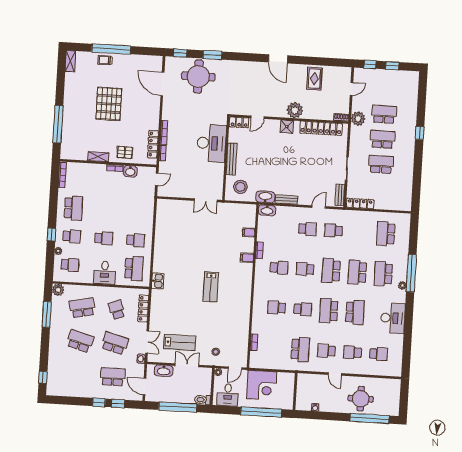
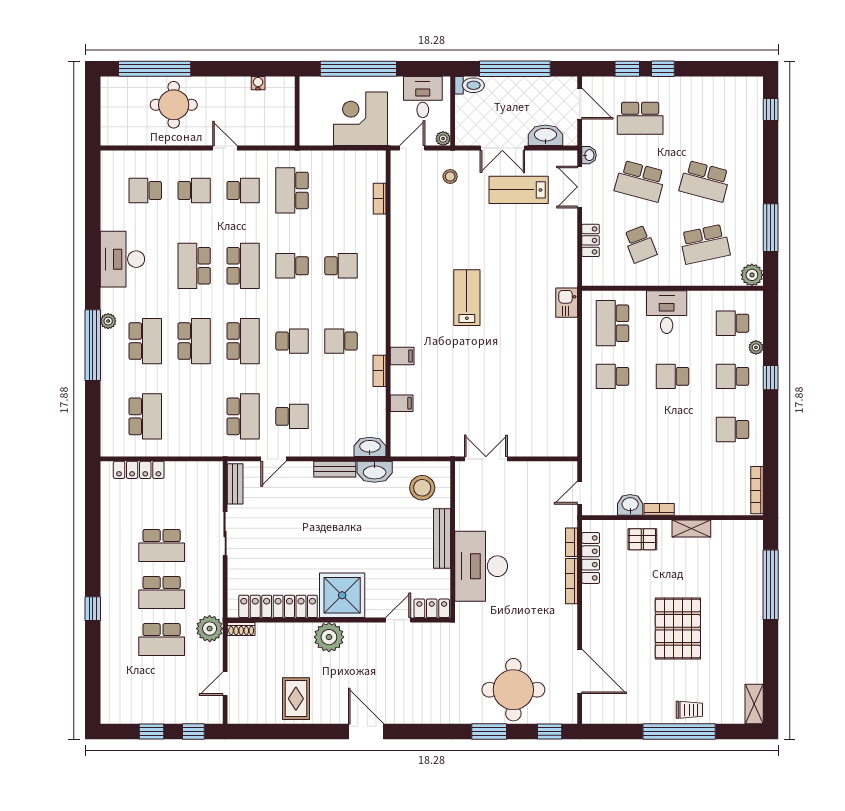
shower: (287, 127) -> (342, 595), width x1.86, depth x1.86
locker: (360, 204) -> (139, 470), moved
school desk: (73, 208) -> (732, 430), width x0.54
school desk: (307, 229) -> (292, 416), turned 180
school desk: (334, 231) -> (243, 416), width x1.85
locker: (143, 308) -> (591, 240), width x0.66

